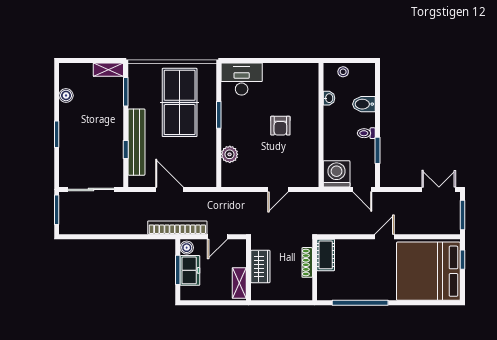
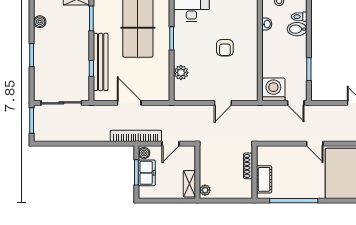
toilet: (366, 133) -> (299, 17), moved
door: (384, 237) -> (315, 144), swing flipped
cot: (326, 255) -> (264, 179), moved
wardrobe: (260, 266) -> (208, 169), removed
plant: (257, 291) -> (205, 190), added

